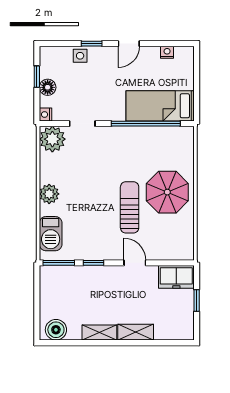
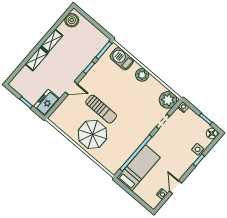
door: (129, 44) -> (176, 187), moved
floor lamp: (48, 87) -> (212, 134), moved

